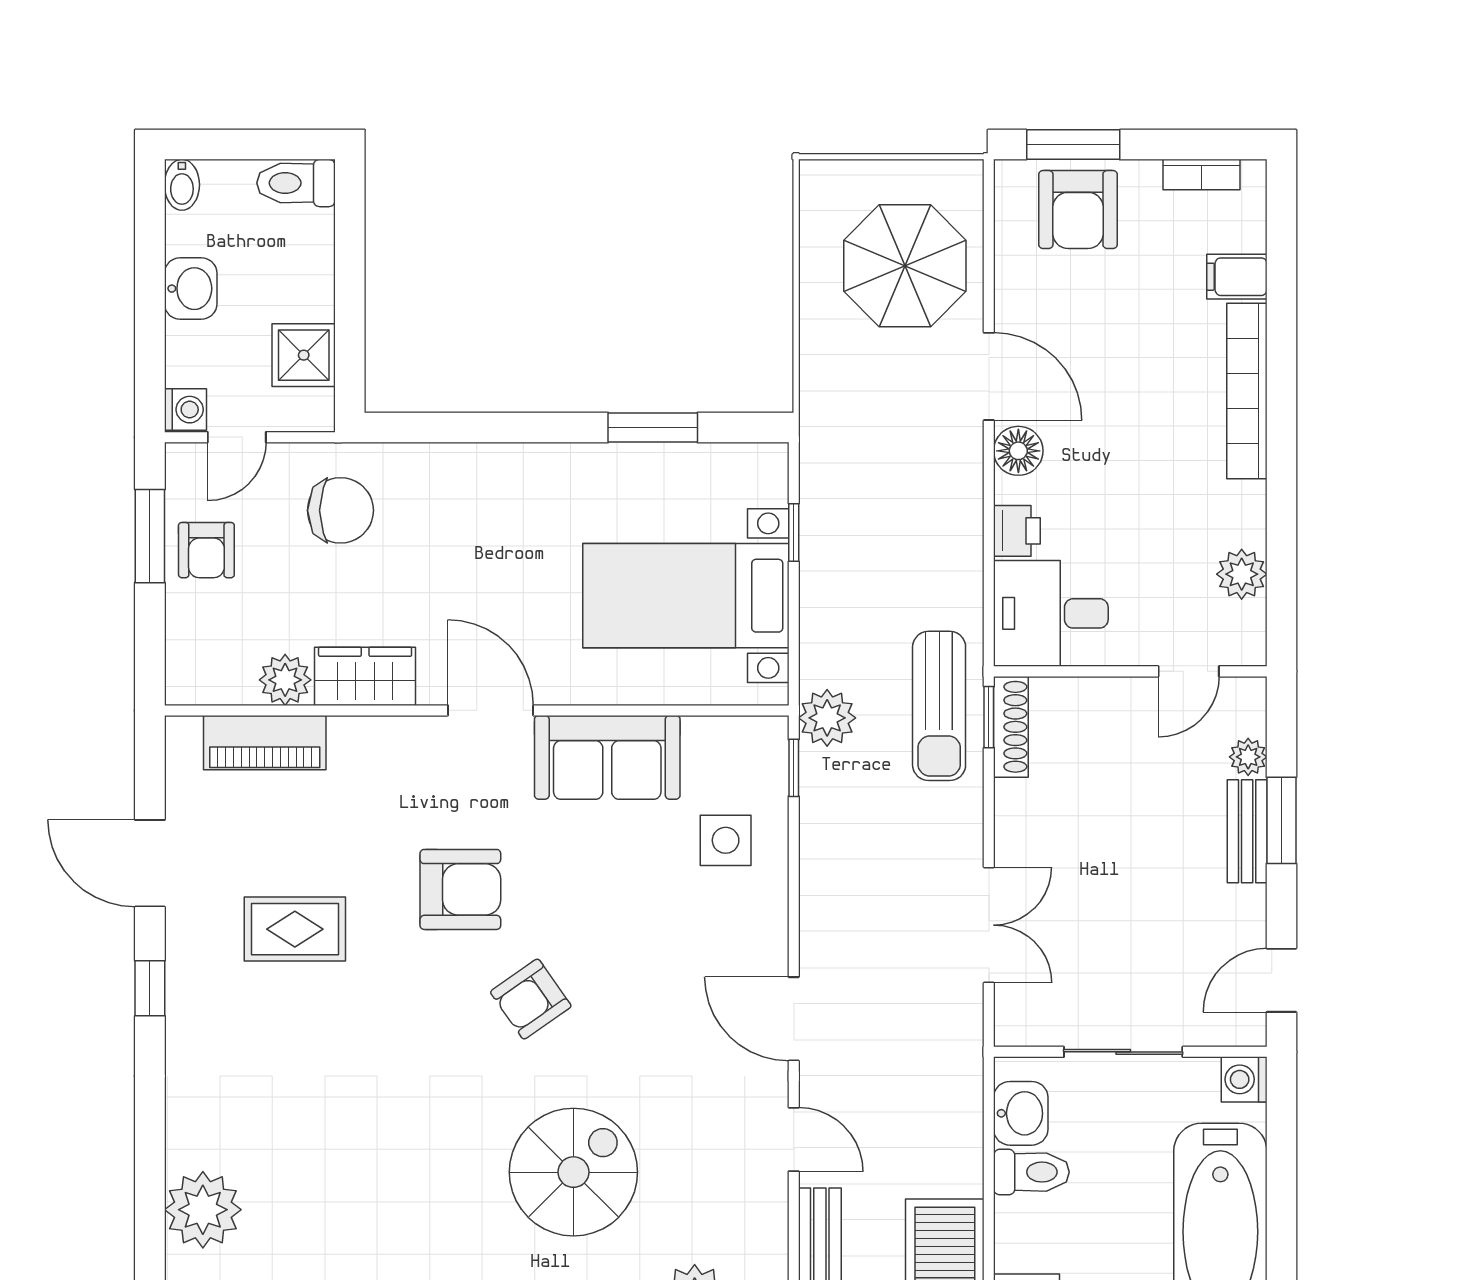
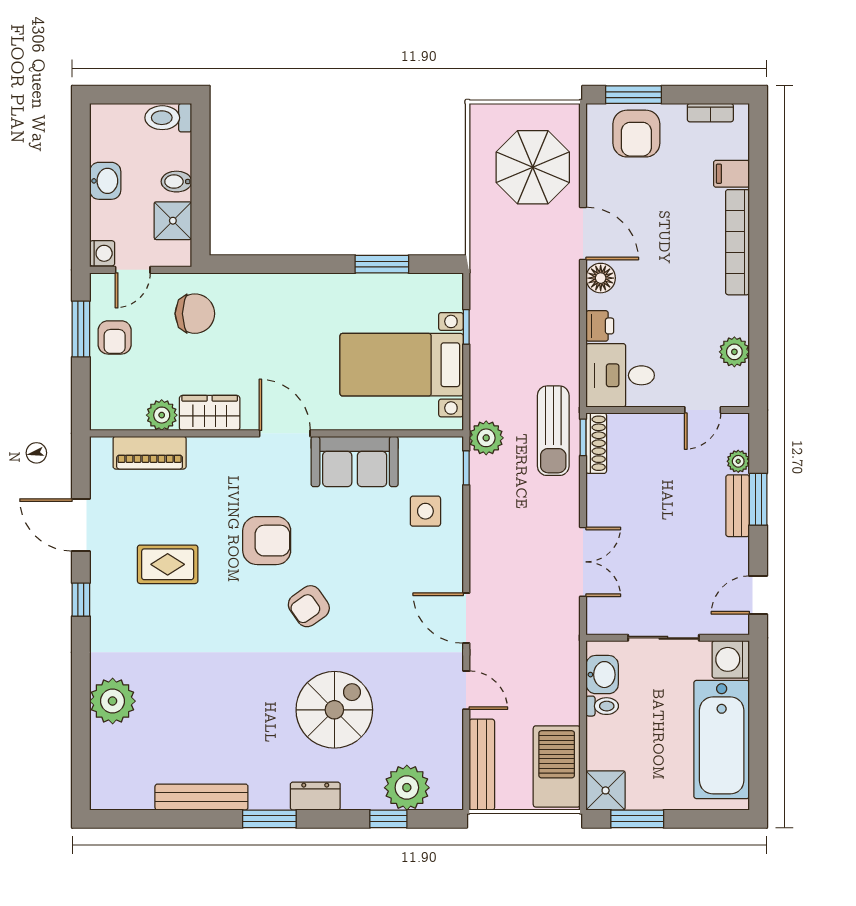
bidet: (182, 185) -> (176, 182), moved, turned 90
washing machine: (1244, 1079) -> (731, 659), width x1.38, depth x1.38
toilet: (1031, 1172) -> (602, 706), width x0.73, depth x0.72
plant: (203, 1210) -> (113, 701), moved

